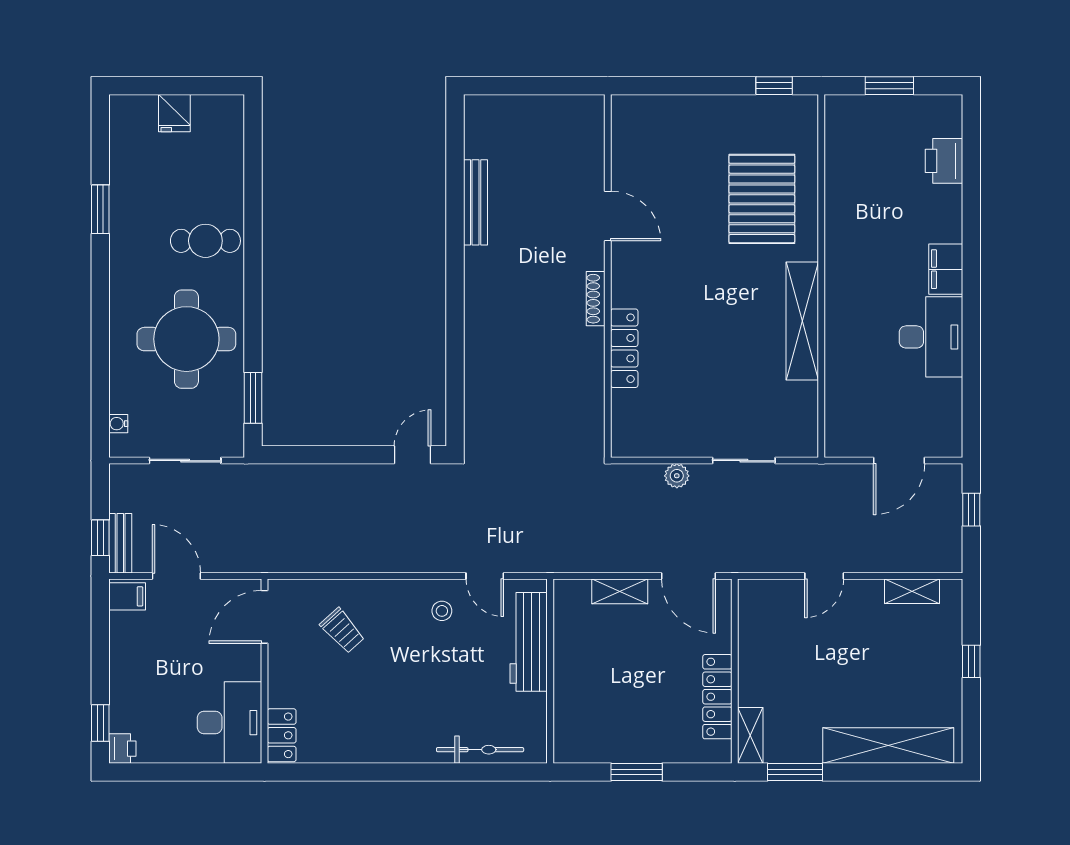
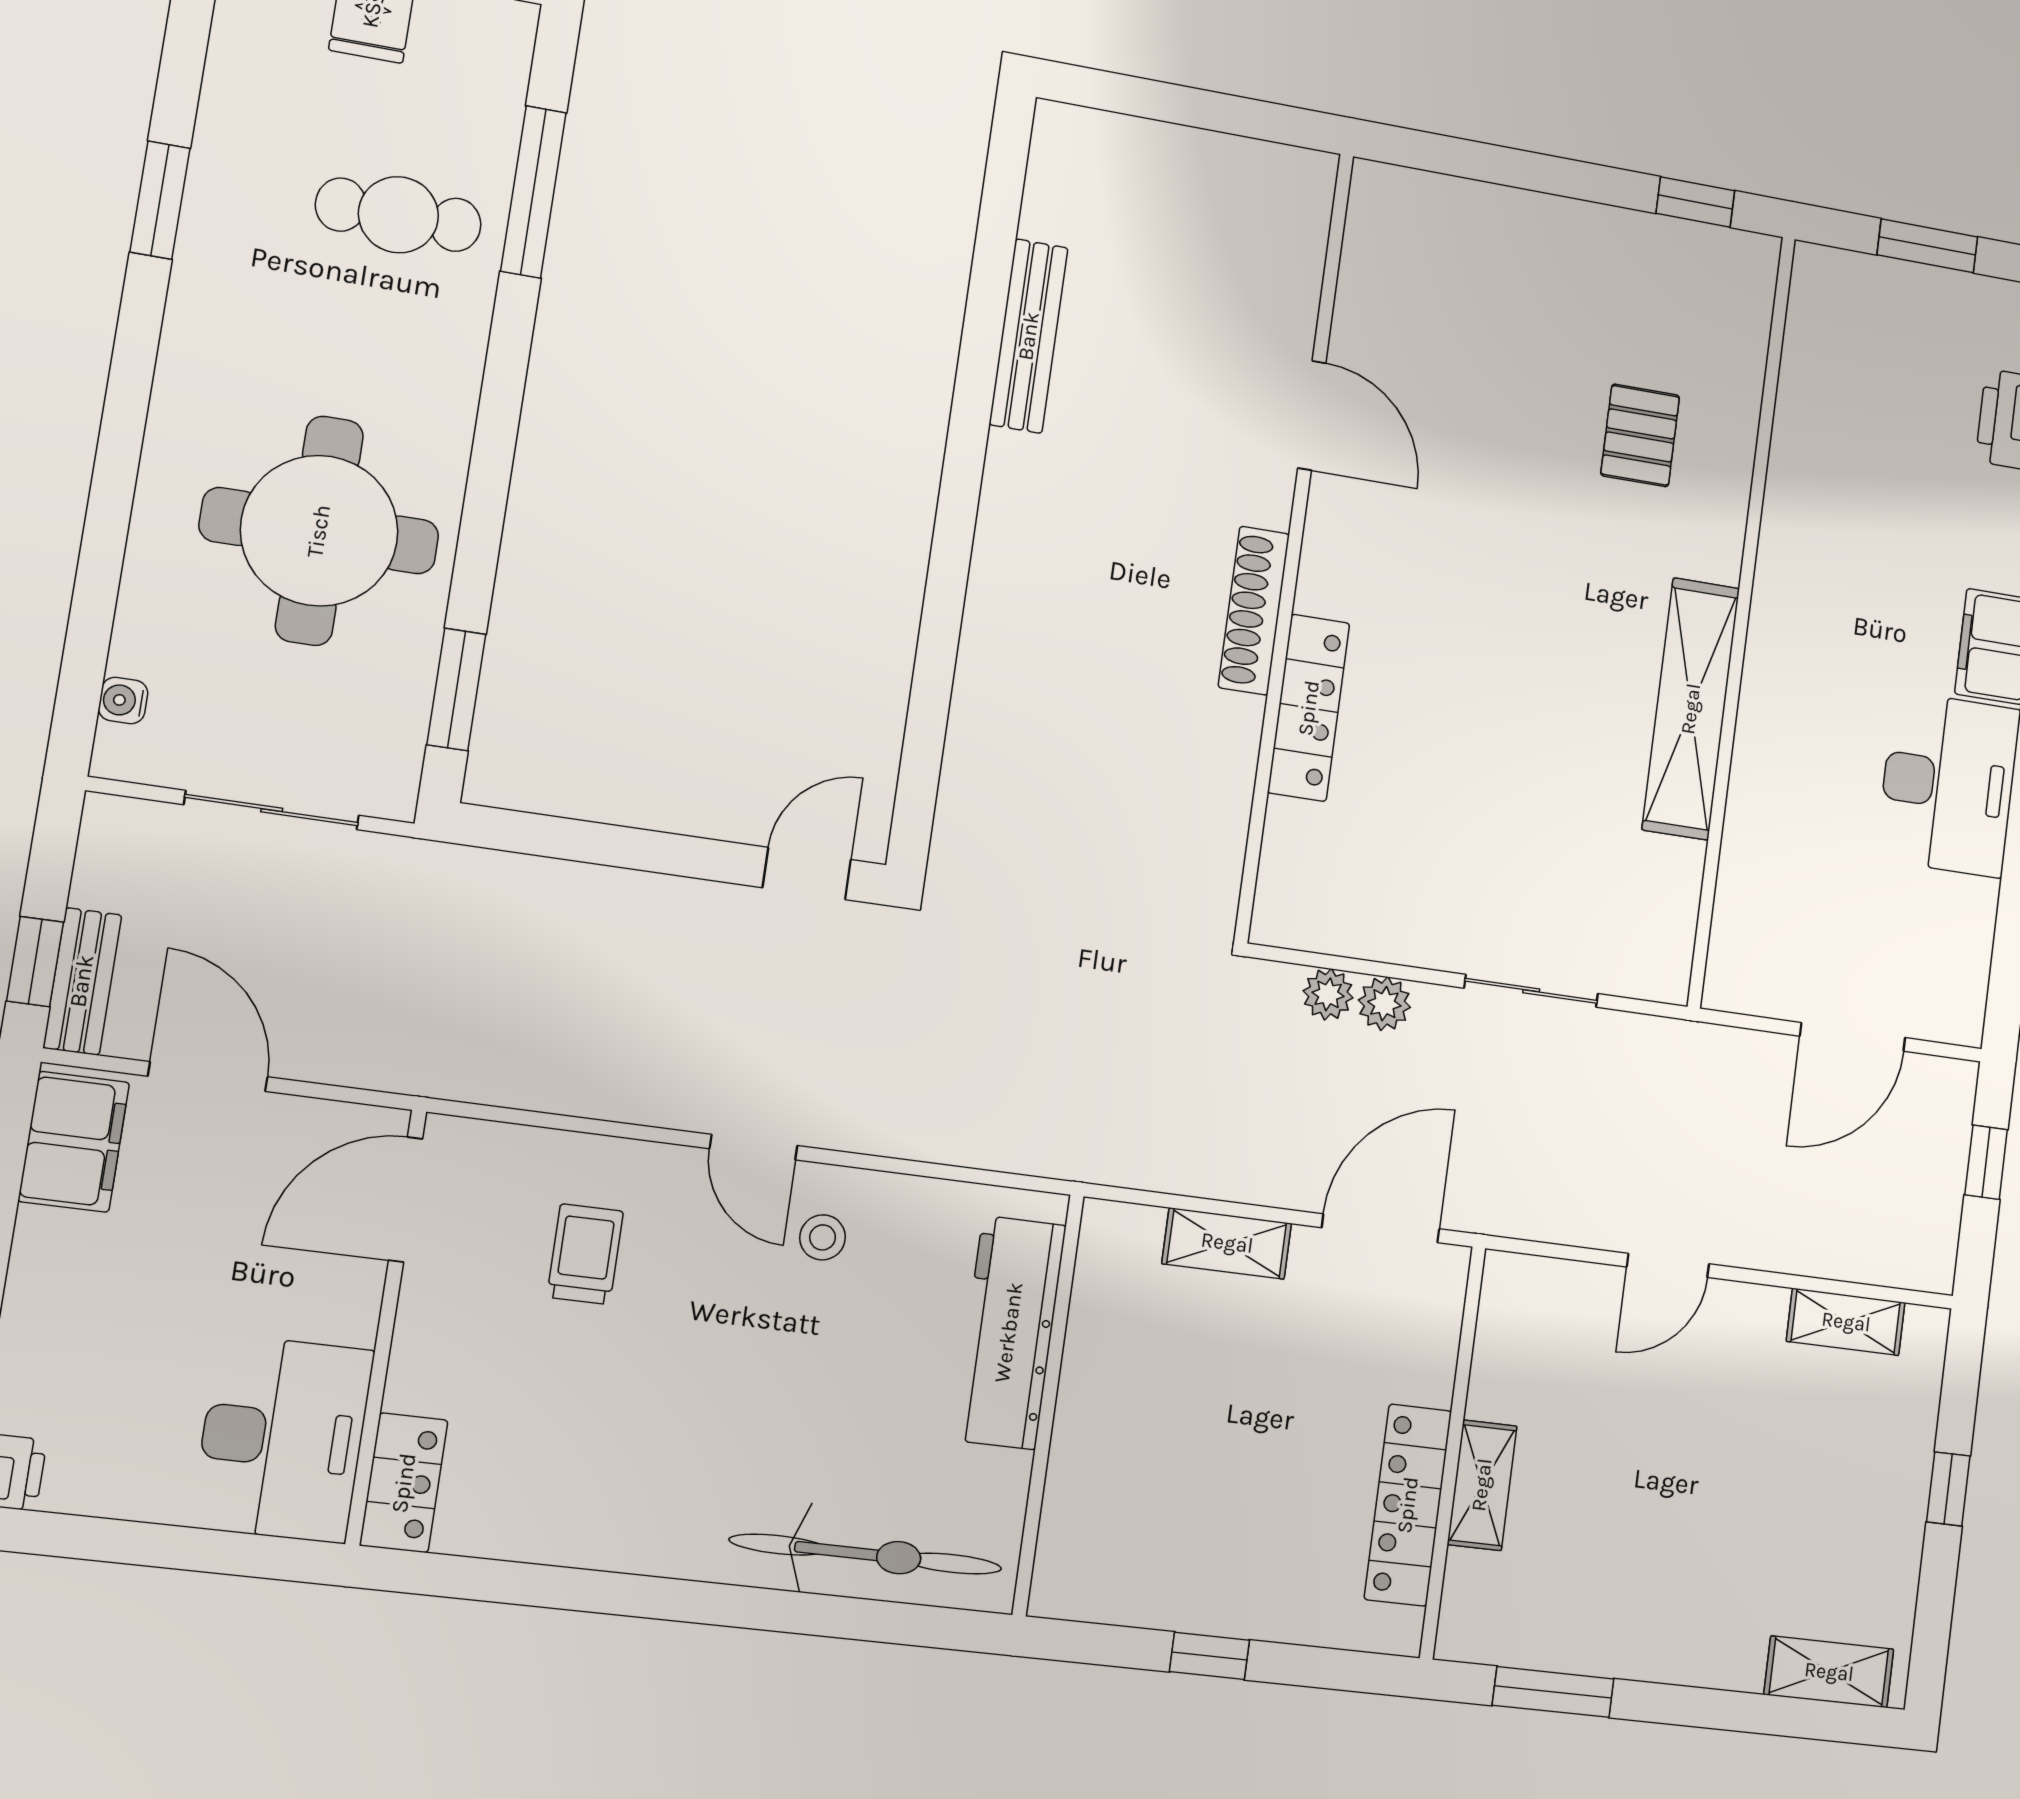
window: (253, 177) -> (533, 192), added
pallet: (762, 199) -> (1640, 435), width x0.49, depth x0.50
cafe table: (205, 241) -> (398, 215), moved
shoe rack: (596, 299) -> (1254, 611), width x1.36, depth x1.24
plant: (651, 475) -> (1328, 994), added
door: (485, 576) -> (753, 1147), moved
door: (688, 576) -> (1381, 1228), swing flipped
filing cabinet: (127, 596) -> (74, 1142), width x2.00
trolley: (342, 631) -> (585, 1254), turned -138
shelving: (750, 735) -> (1482, 1485), moved
shelving: (888, 746) -> (1829, 1672), width x0.45, depth x0.75
bicycle: (480, 750) -> (866, 1554), width x1.37, depth x1.40
window: (637, 772) -> (1209, 1656), width x0.67

